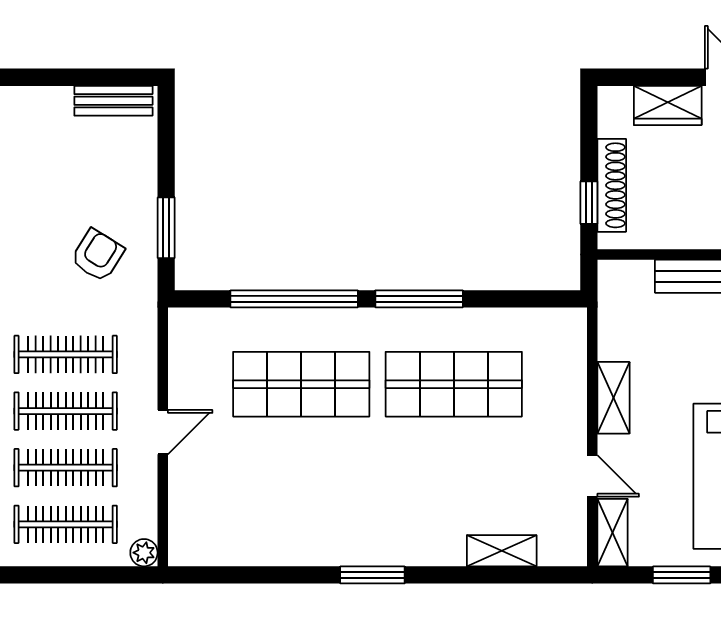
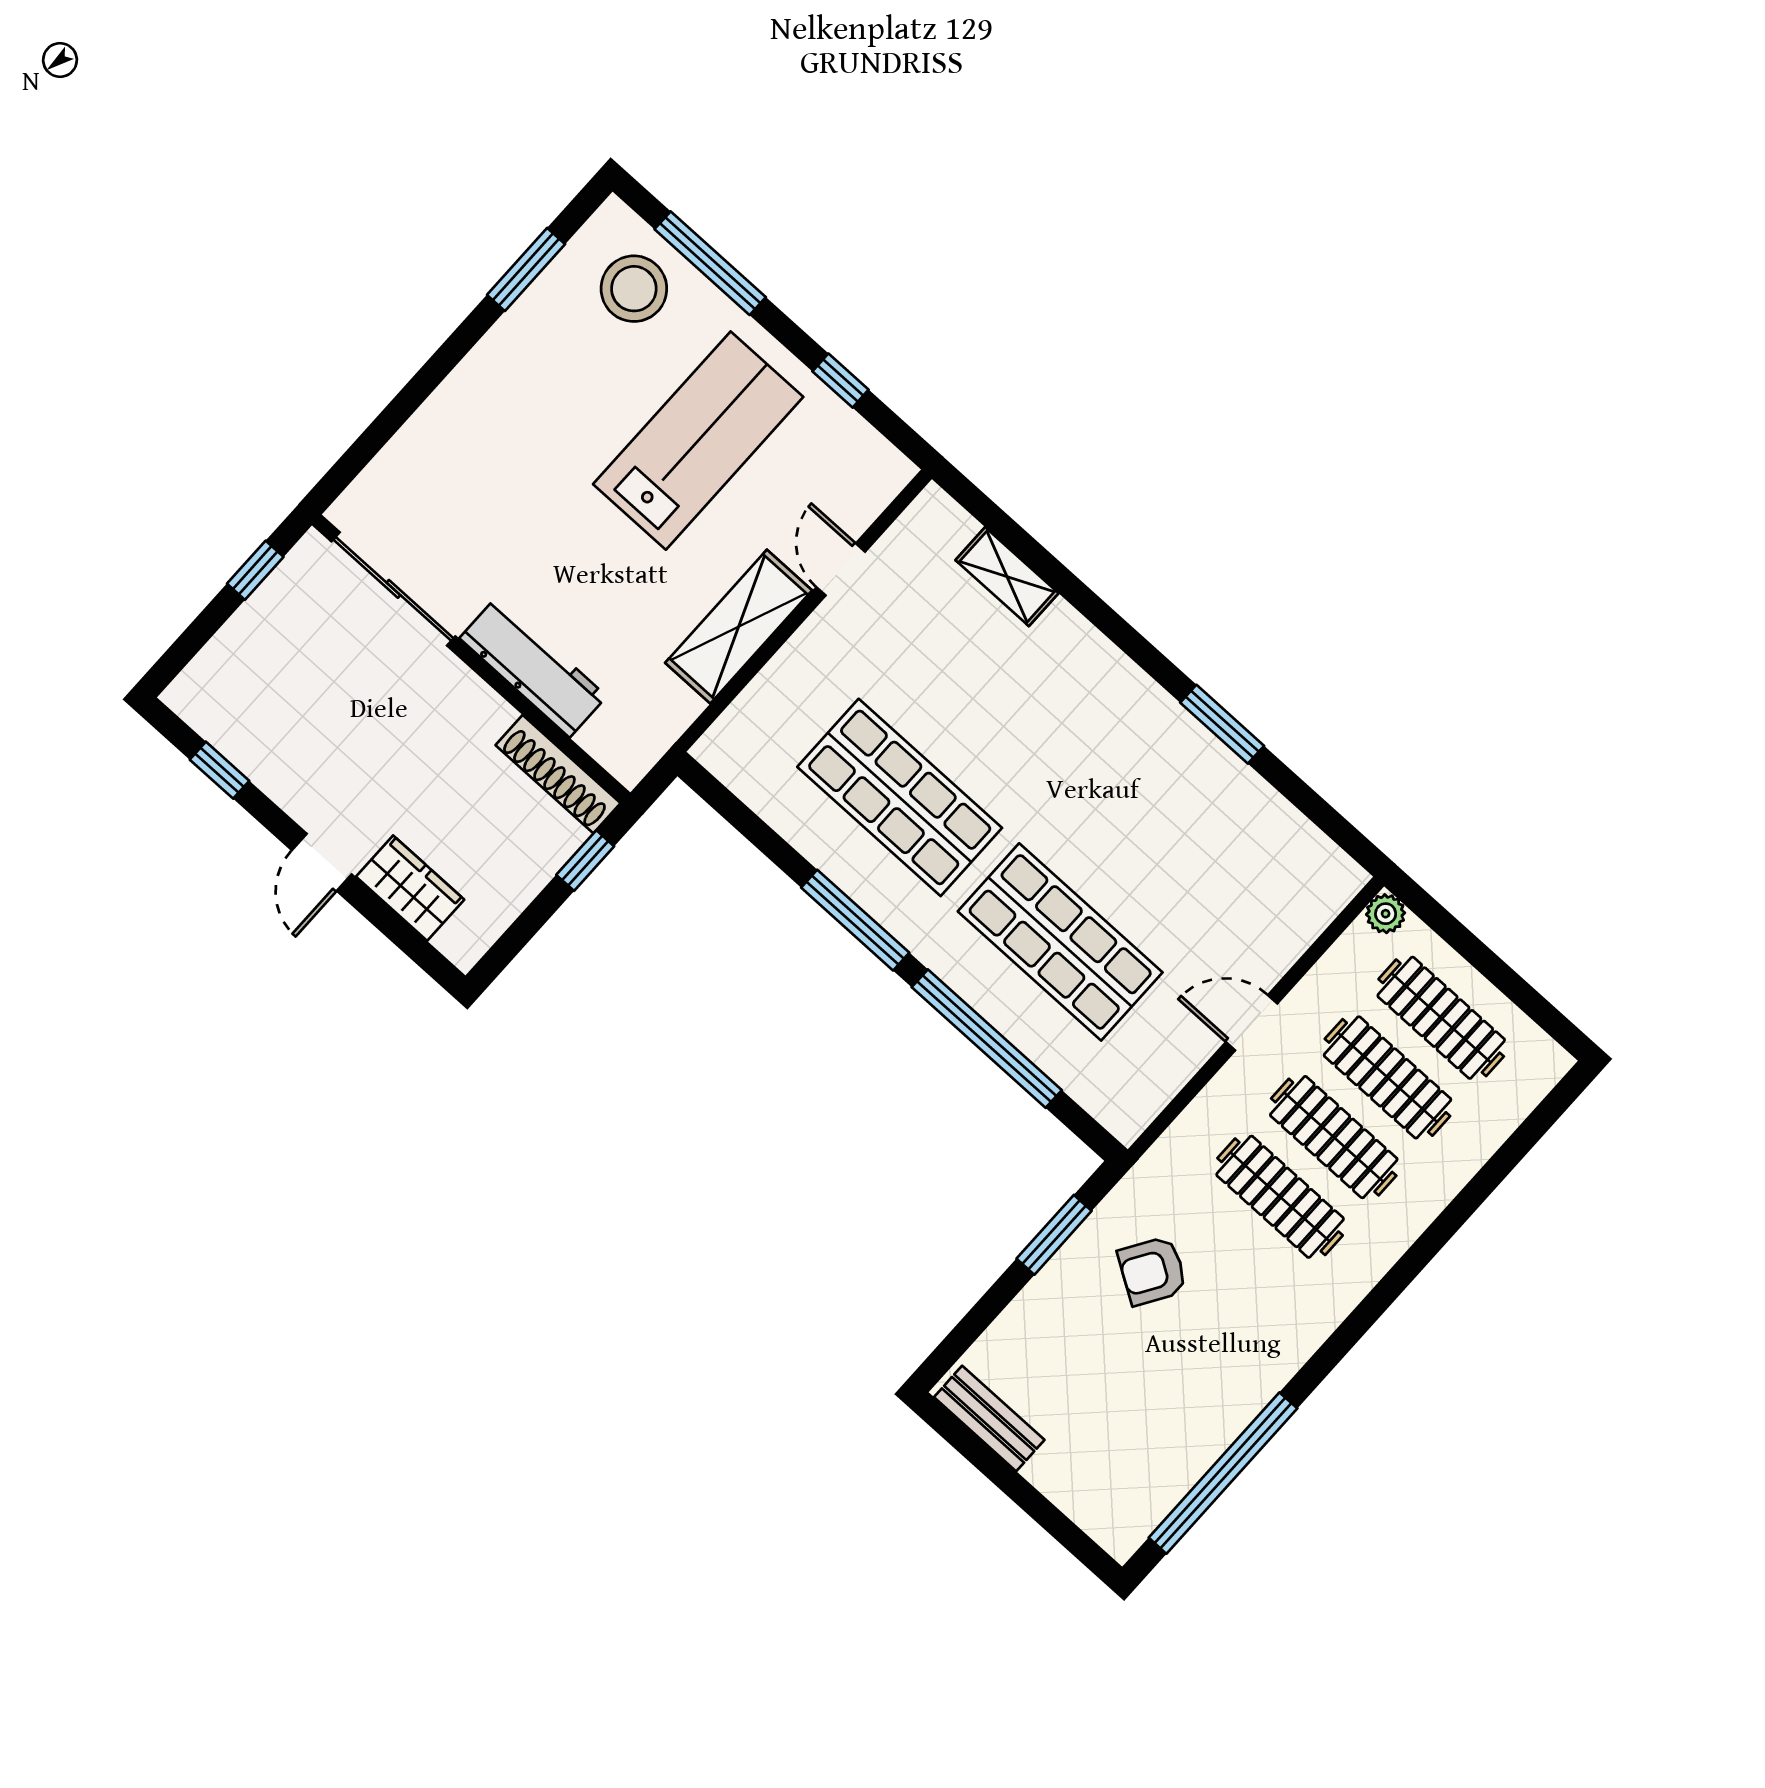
shoe rack: (612, 185) -> (558, 774), moved, turned -90
shelving: (613, 398) -> (739, 627), width x1.50, depth x1.33
shelving: (613, 533) -> (873, 491), removed
window: (372, 575) -> (1222, 724), moved
window: (682, 575) -> (841, 381), width x0.67

